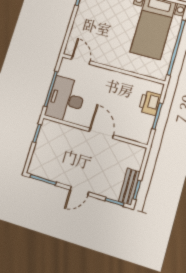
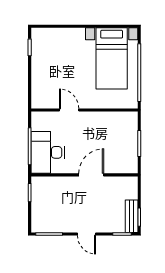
door: (81, 60) -> (69, 110), moved
printer: (150, 103) -> (129, 133), removed
door: (101, 133) -> (91, 175), hinge flipped
door: (79, 191) -> (86, 234), hinge flipped

